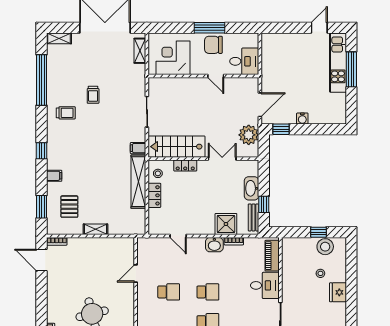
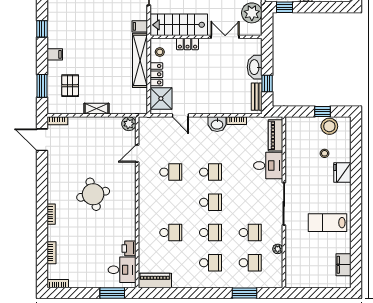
shower: (226, 224) -> (161, 99), moved
plant: (127, 244) -> (129, 124), added

